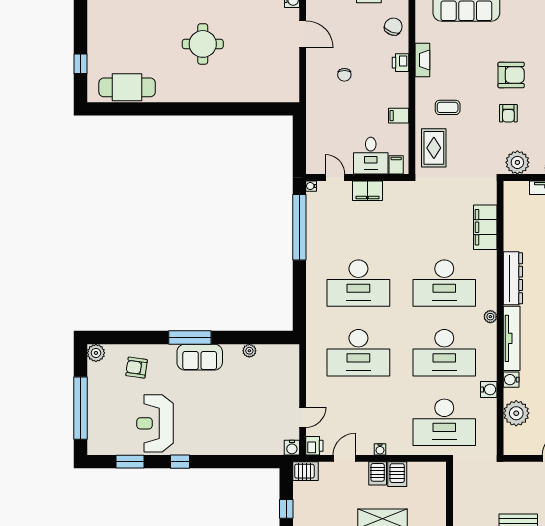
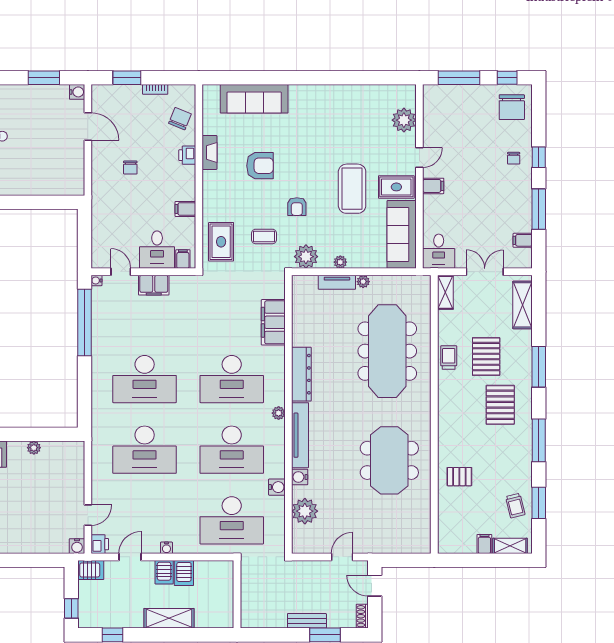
armchair: (511, 75) -> (260, 166), moved
coffee table: (448, 107) -> (264, 236), moved

